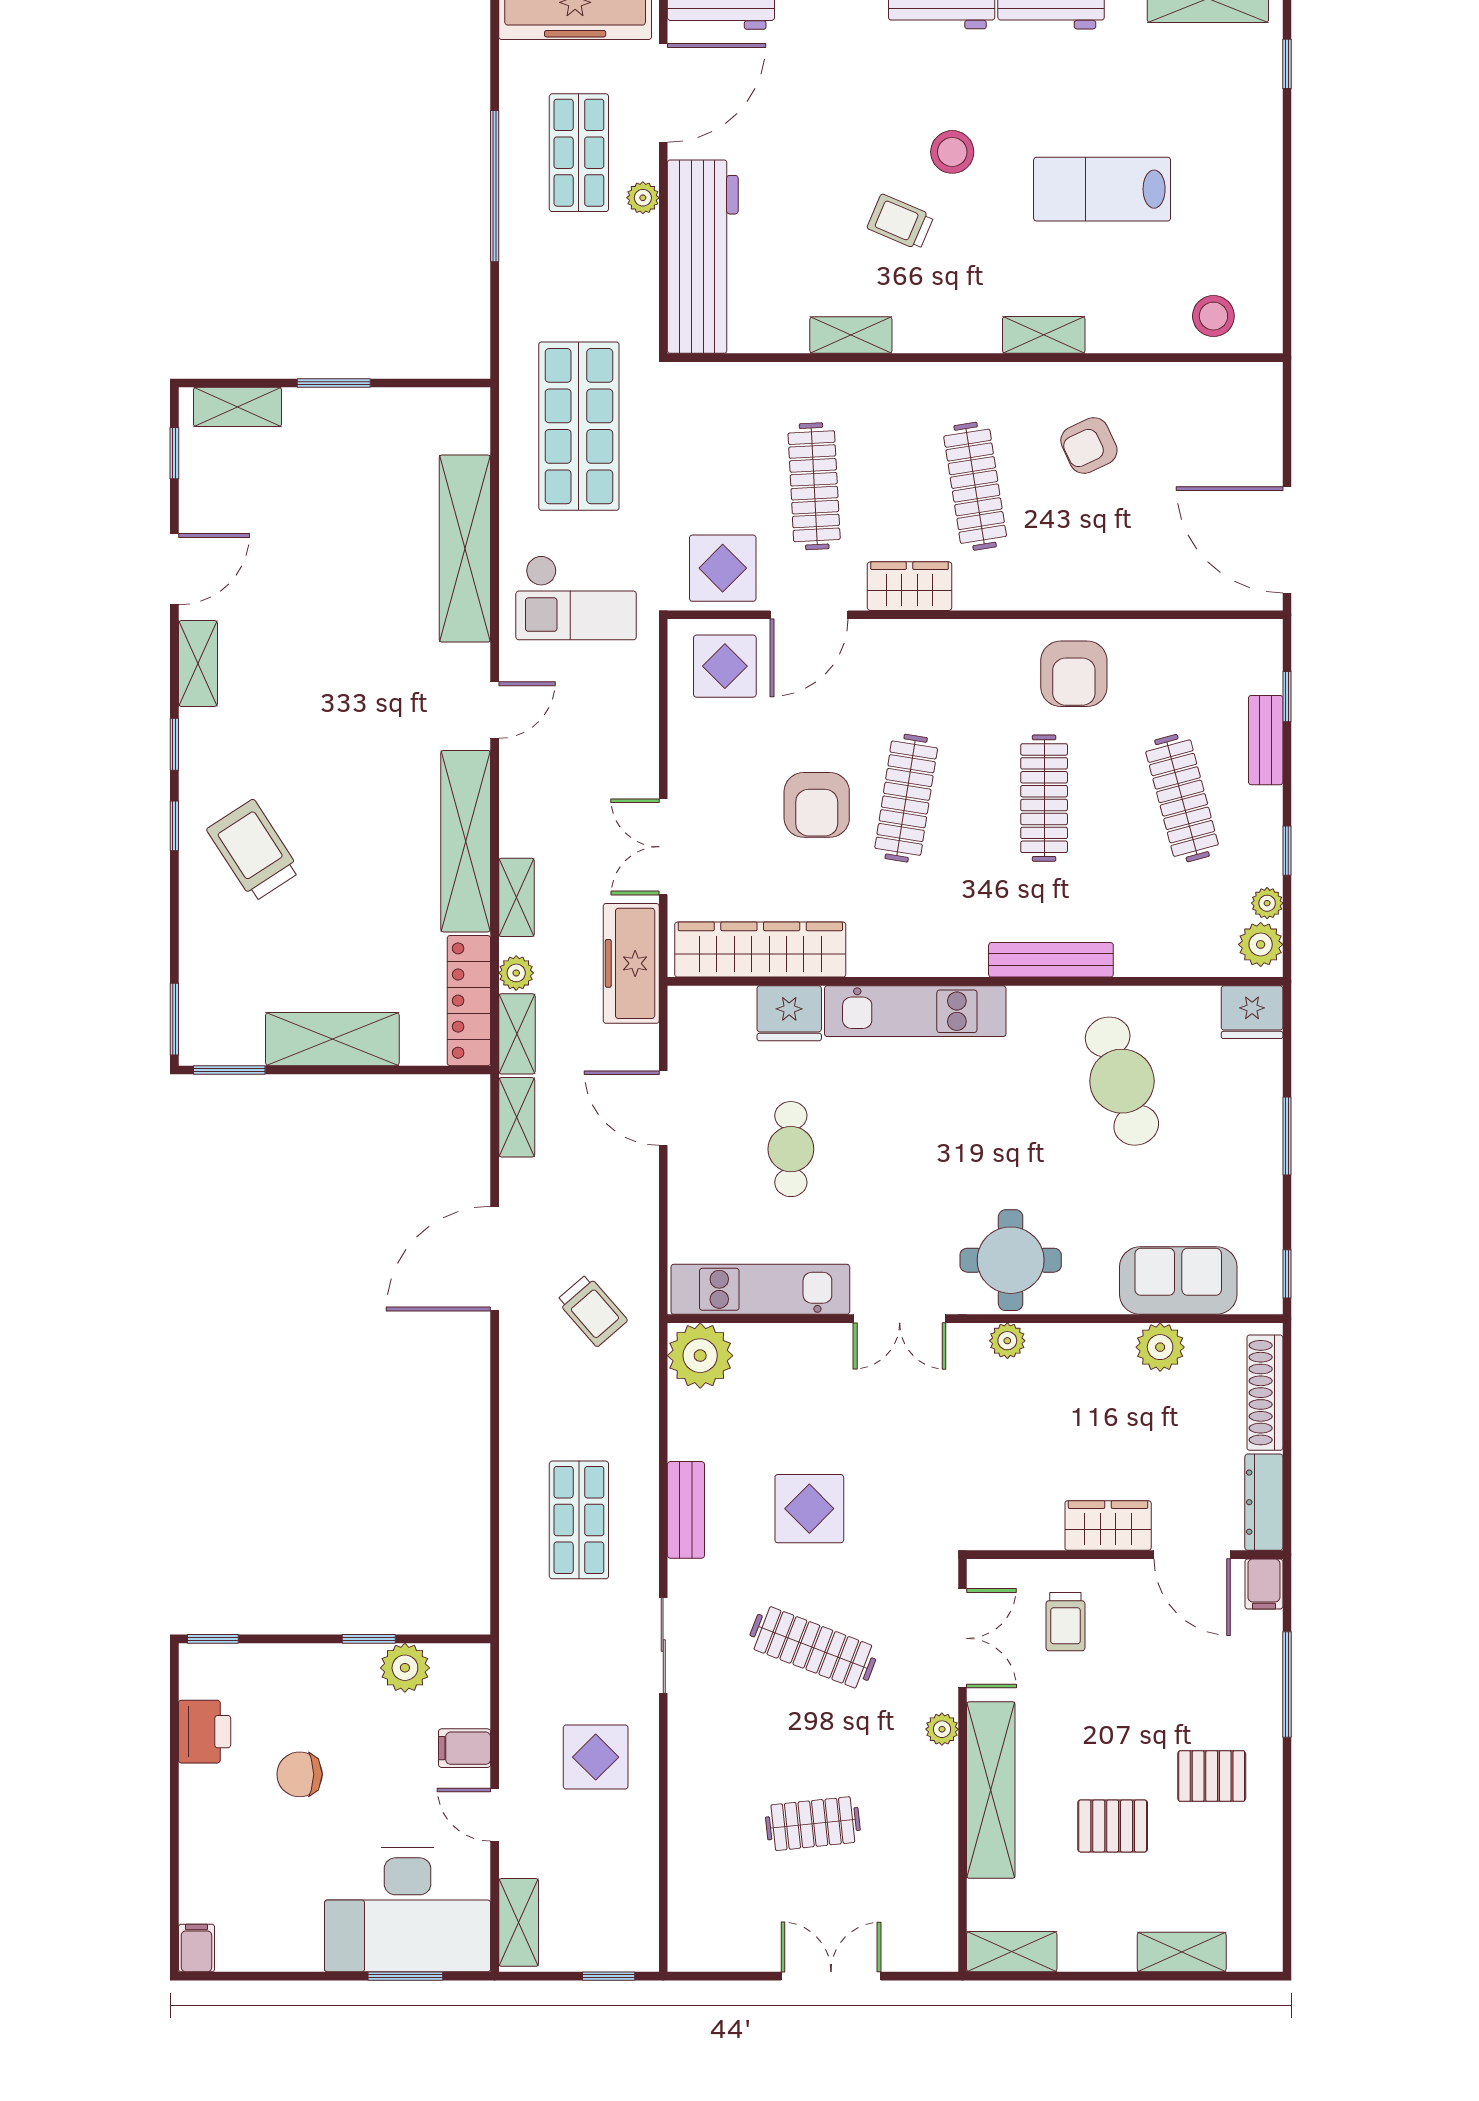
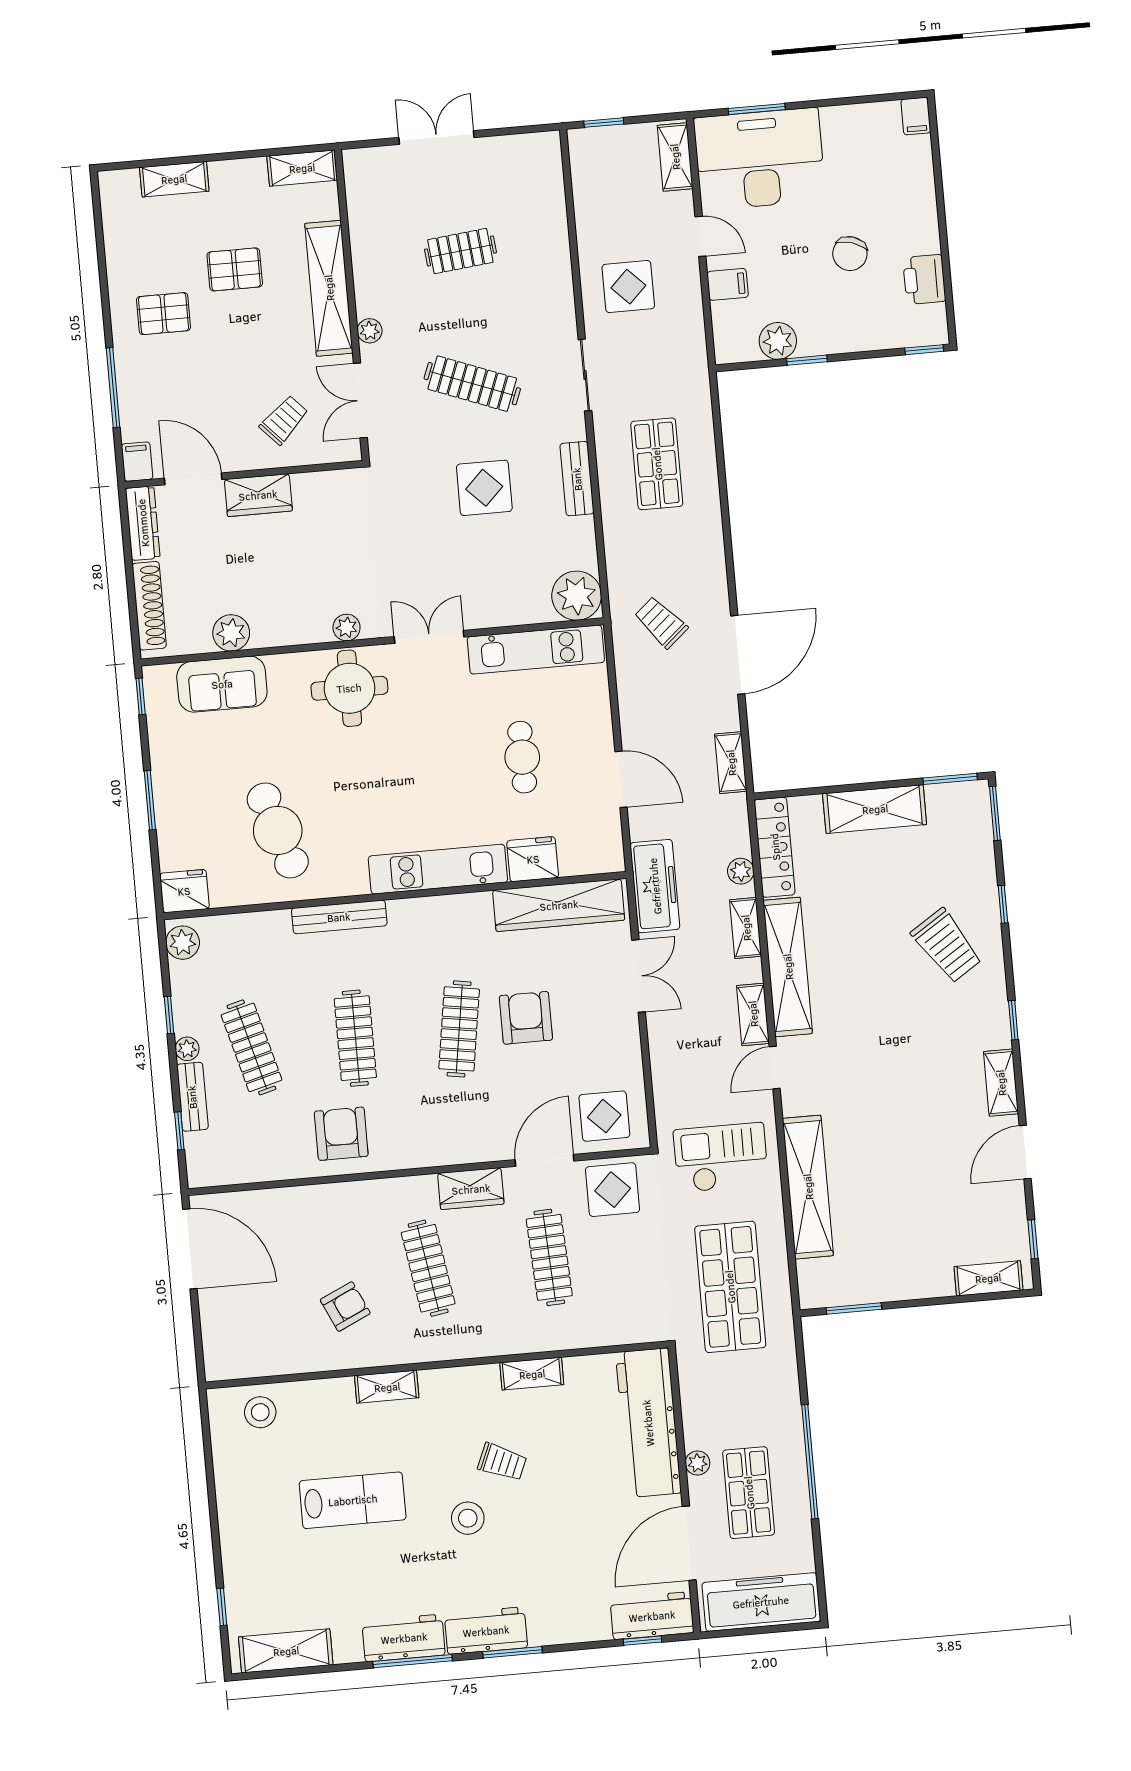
window: (334, 383) -> (854, 1309), moved
window: (174, 826) -> (1003, 904), moved
plant: (1267, 903) -> (187, 1049), moved
shelving: (517, 1034) -> (753, 1014), moved
trolley: (1065, 1622) -> (284, 420), turned 47
chair: (300, 1774) -> (850, 254), turned 108
double door: (831, 1976) -> (436, 138), swing flipped

